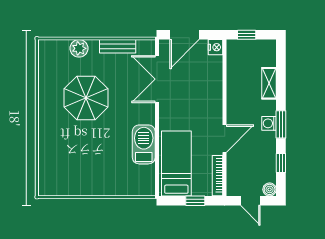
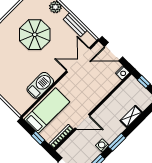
washing machine: (269, 123) -> (102, 145), moved

